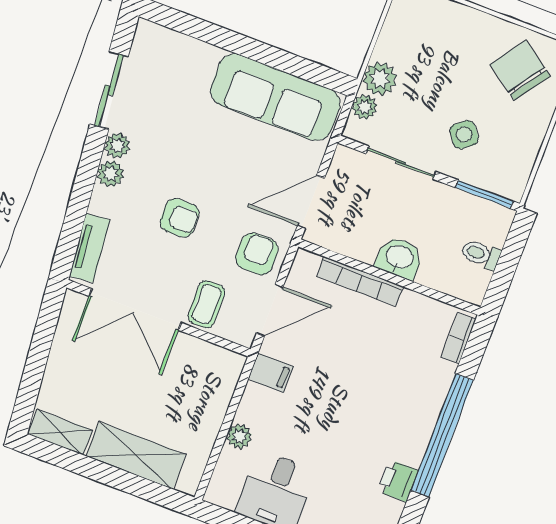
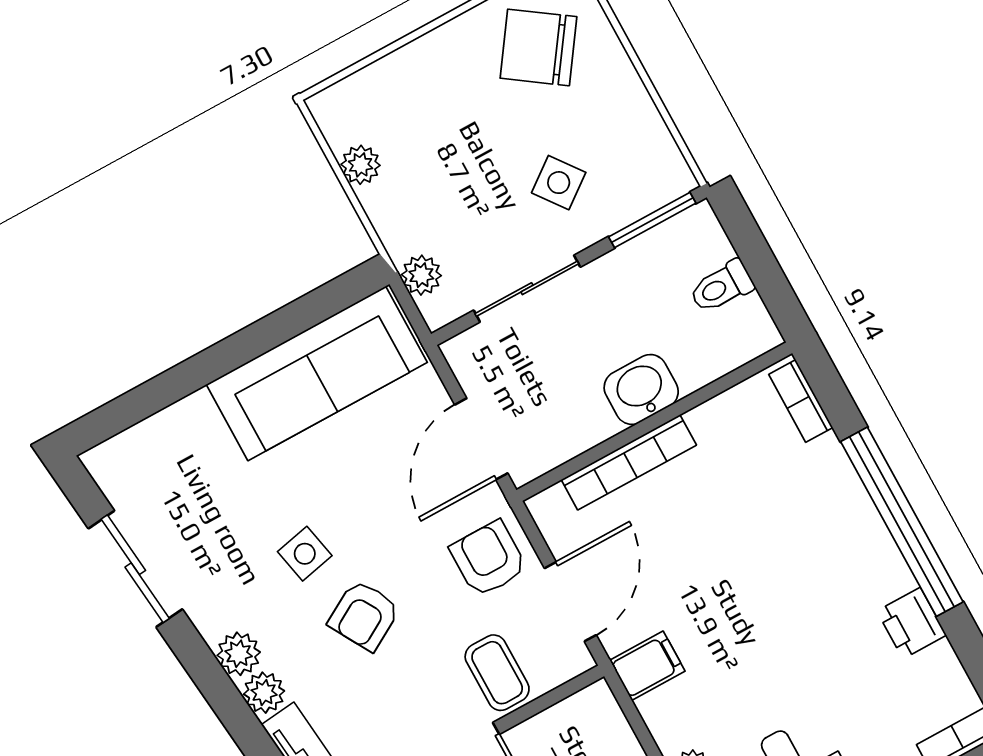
plant: (380, 79) -> (361, 165), moved, width x0.73, depth x0.73
plant: (117, 146) -> (264, 693), moved
side table: (185, 165) -> (305, 554), added
armchair: (180, 218) -> (364, 615), turned 150

